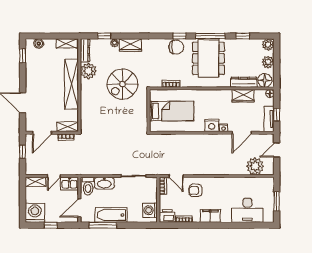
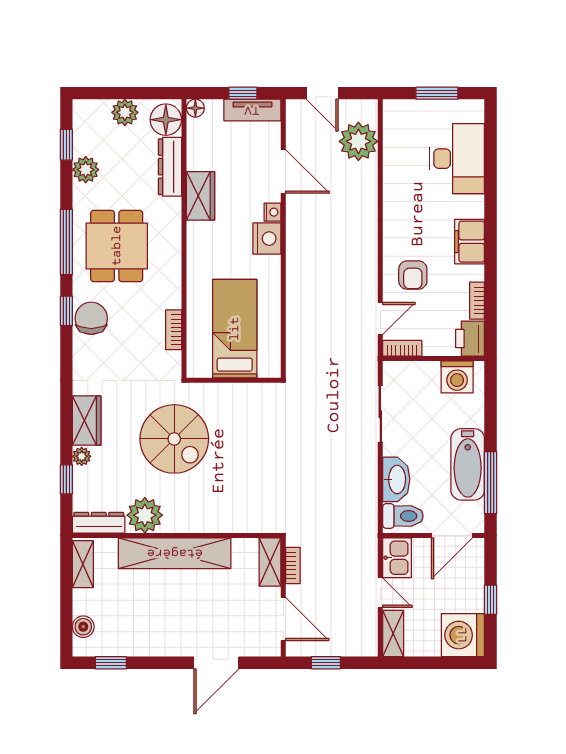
window: (243, 36) -> (66, 145), moved
plant: (268, 45) -> (86, 170), moved
dining table: (208, 58) -> (117, 246), width x0.73
wardrobe: (243, 96) -> (200, 196), moved
door: (79, 208) -> (452, 535), hinge flipped

